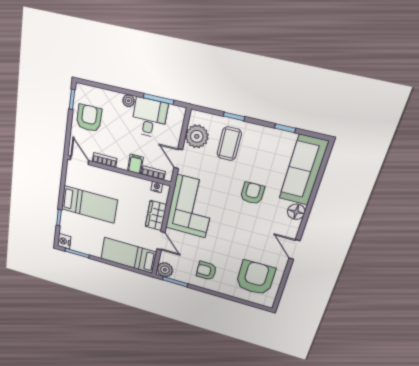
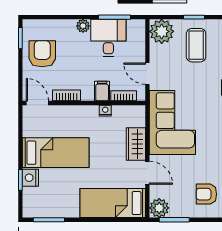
plant: (197, 136) -> (162, 31), moved
nightstand: (157, 187) -> (105, 111), moved
nightstand: (64, 241) -> (30, 178), moved

